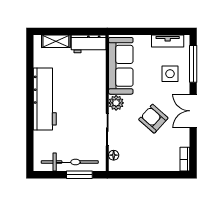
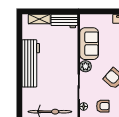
sofa: (121, 66) -> (89, 44), width x0.73
armchair: (139, 155) -> (103, 106), added

